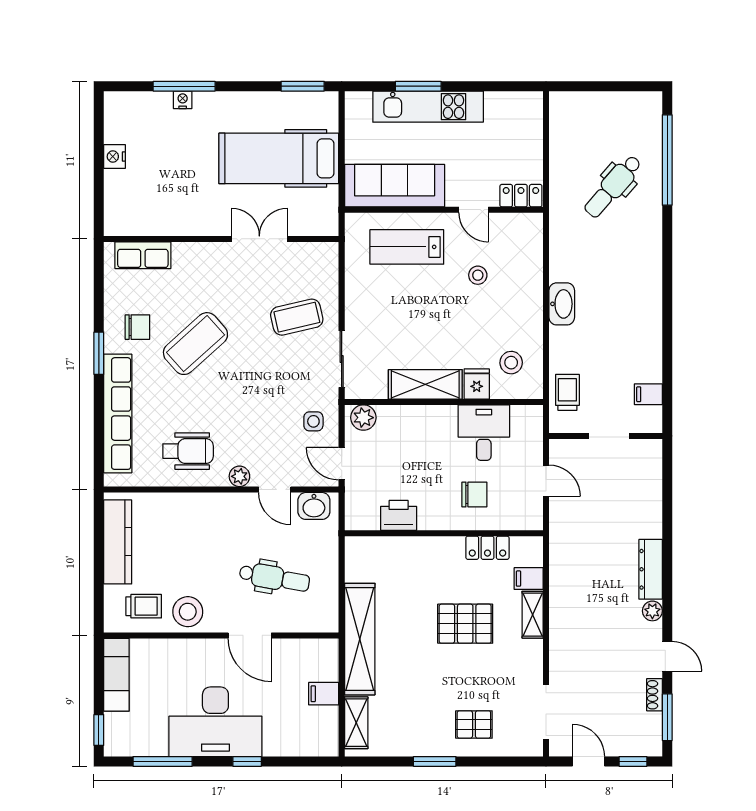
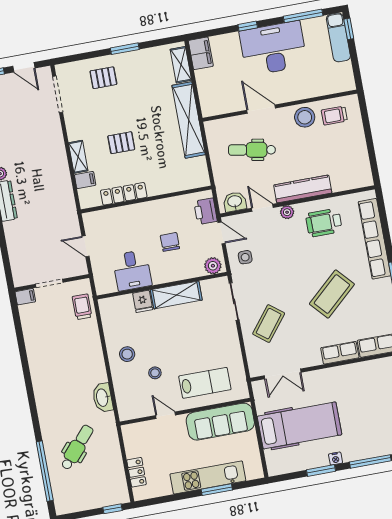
window: (303, 86) -> (321, 471), moved
window: (577, 86) -> (112, 509), added
nightstand: (183, 100) -> (336, 459), moved
locker: (521, 196) -> (137, 472), moved, turned -90
double door: (259, 239) -> (283, 374), moved
row of seats: (200, 255) -> (340, 353), added
washbasin: (562, 304) -> (103, 398), moved
coffee table: (297, 317) -> (269, 324), turned -39
chair: (137, 327) -> (372, 298), removed
stool: (511, 363) -> (127, 354), moved
trolley: (567, 392) -> (82, 307), turned 180
filing cabinet: (648, 394) -> (25, 297), moved
chair: (474, 495) -> (170, 242), moved, turned 90
printer: (399, 515) -> (205, 211), moved, turned 90
kitchen counter: (118, 542) -> (303, 189), moved, turned 90
locker: (487, 548) -> (124, 194), width x1.53
pallet: (465, 624) -> (121, 143), width x0.67, depth x0.71
exam couch: (116, 675) -> (338, 37), moved
filing cabinet: (324, 694) -> (201, 53), moved, width x2.00

